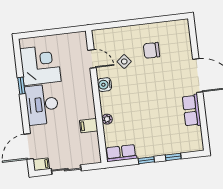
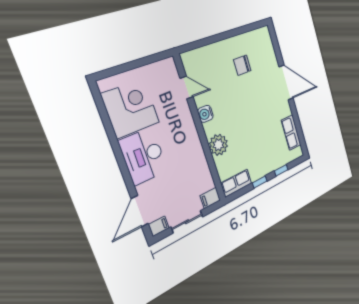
side table: (124, 61) -> (219, 83), removed
window: (21, 86) -> (113, 140), removed
row of seats: (192, 110) -> (291, 133), moved
plant: (107, 119) -> (218, 145), width x1.88, depth x1.88
filing cabinet: (89, 126) -> (210, 198), moved

